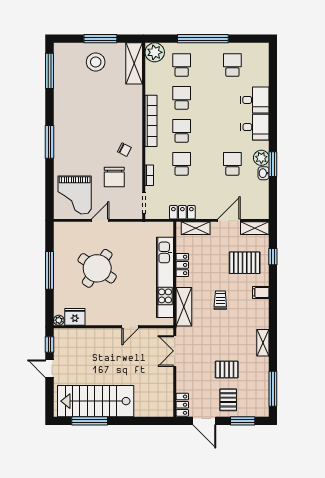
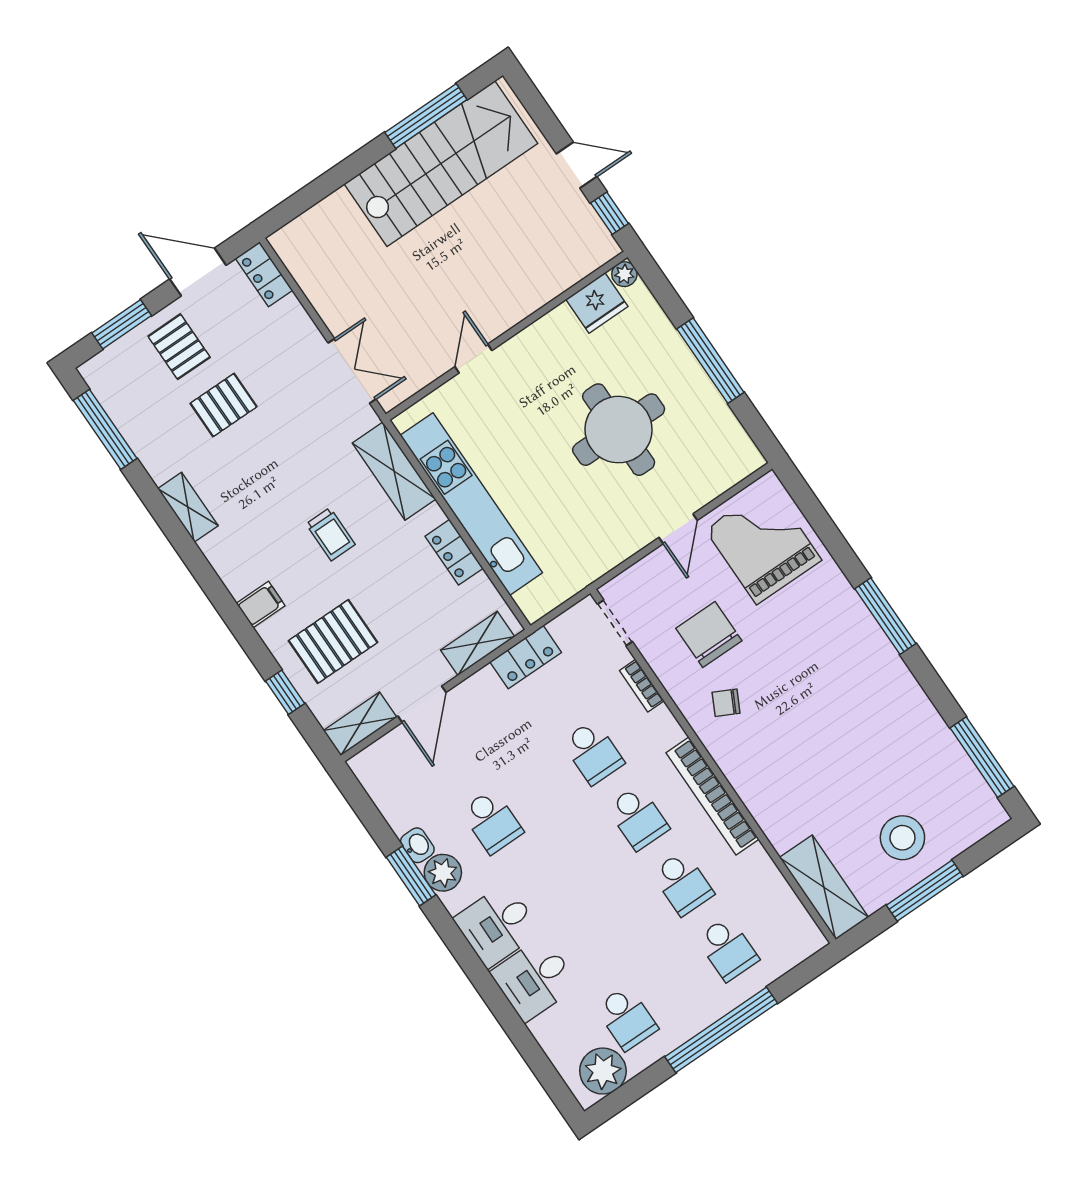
plant: (155, 52) -> (603, 1071), moved
round table: (97, 268) -> (619, 430), turned -34

